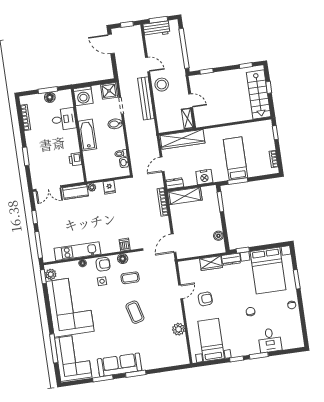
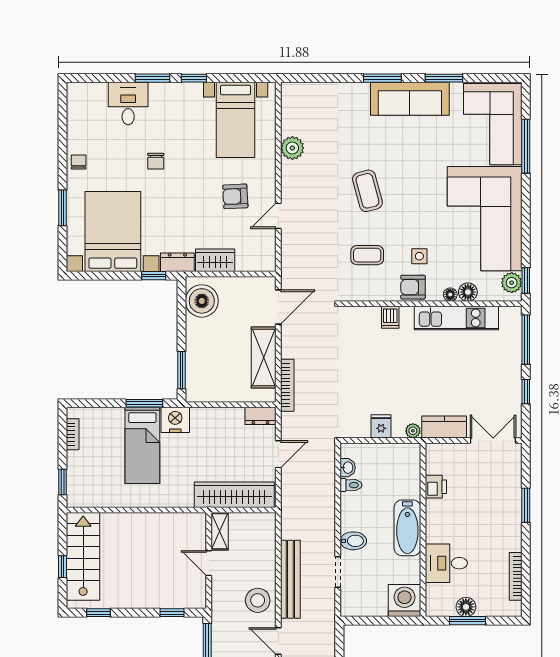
shower: (109, 91) -> (356, 603), removed
nightstand: (204, 177) -> (175, 420), moved
shelving: (185, 196) -> (264, 357), moved, turned 90
boiler: (218, 236) -> (202, 301), width x1.86, depth x1.86
dishwasher: (125, 245) -> (390, 317), moved
floor lamp: (123, 259) -> (468, 292), moved

